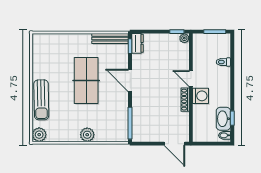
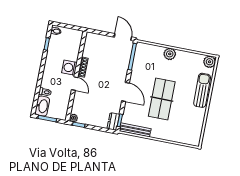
washbasin: (223, 119) -> (42, 106), moved
door: (174, 144) -> (123, 37), moved

